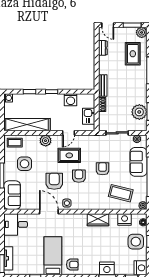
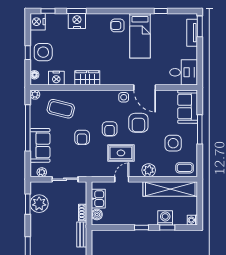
washing machine: (71, 100) -> (165, 218), moved
boiler: (90, 103) -> (97, 215), added

